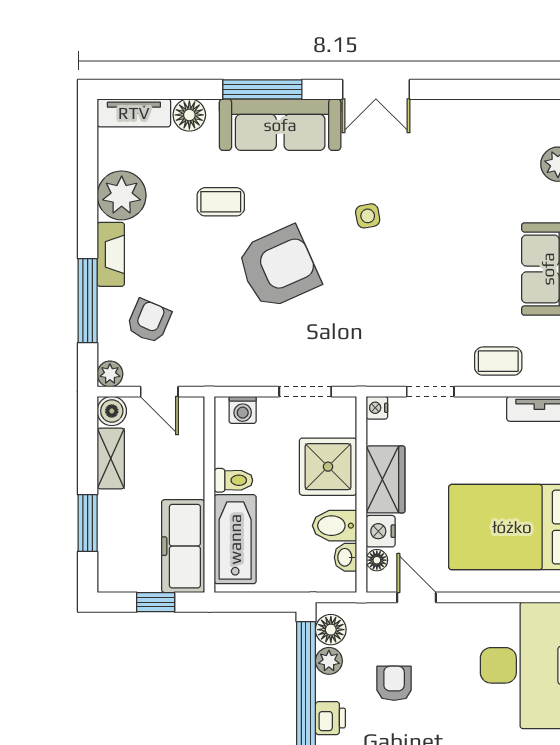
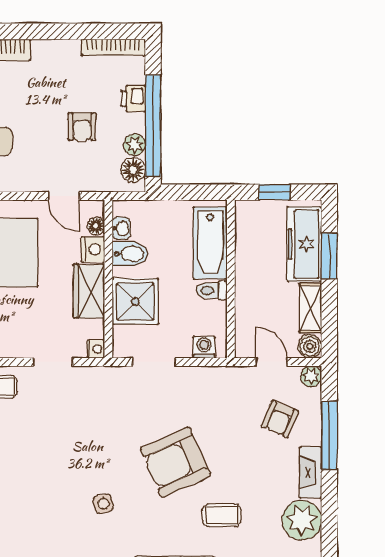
freezer: (183, 546) -> (304, 244), moved, turned 180

